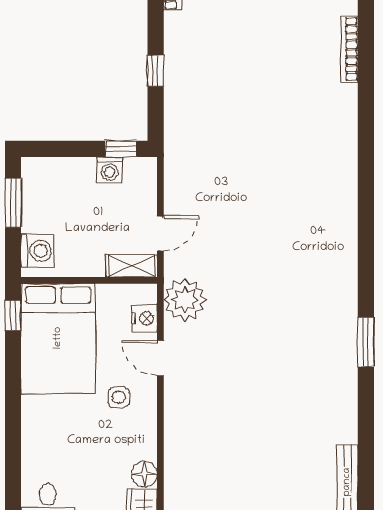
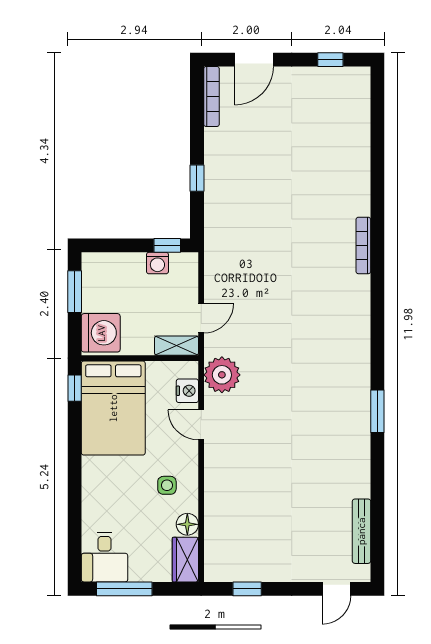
bookcase: (349, 49) -> (363, 245), moved
washing machine: (37, 251) -> (101, 333), width x1.37, depth x1.37
side table: (119, 397) -> (167, 485), moved

